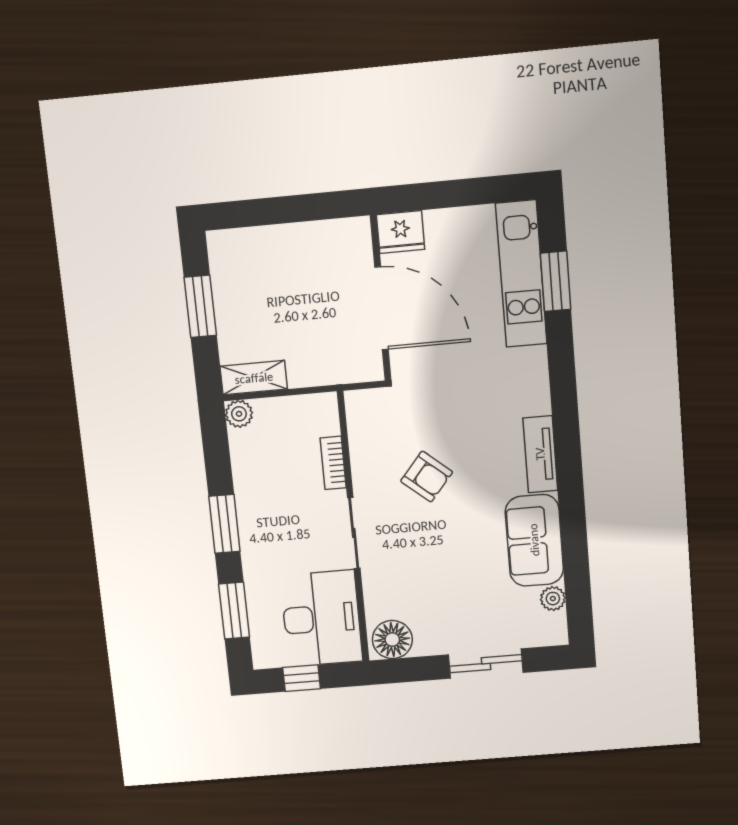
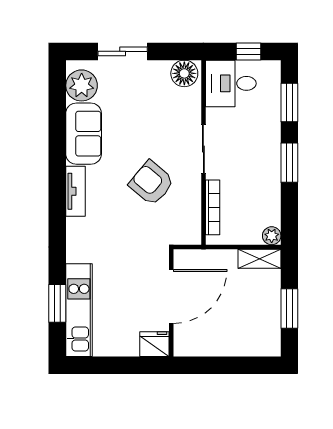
door: (382, 308) -> (171, 296), swing flipped
bookcase: (333, 463) -> (213, 207), width x1.56
armchair: (427, 477) -> (151, 183), width x1.38, depth x1.38
plant: (553, 599) -> (82, 85), width x1.88, depth x1.88
desk: (321, 618) -> (231, 83), width x0.73

